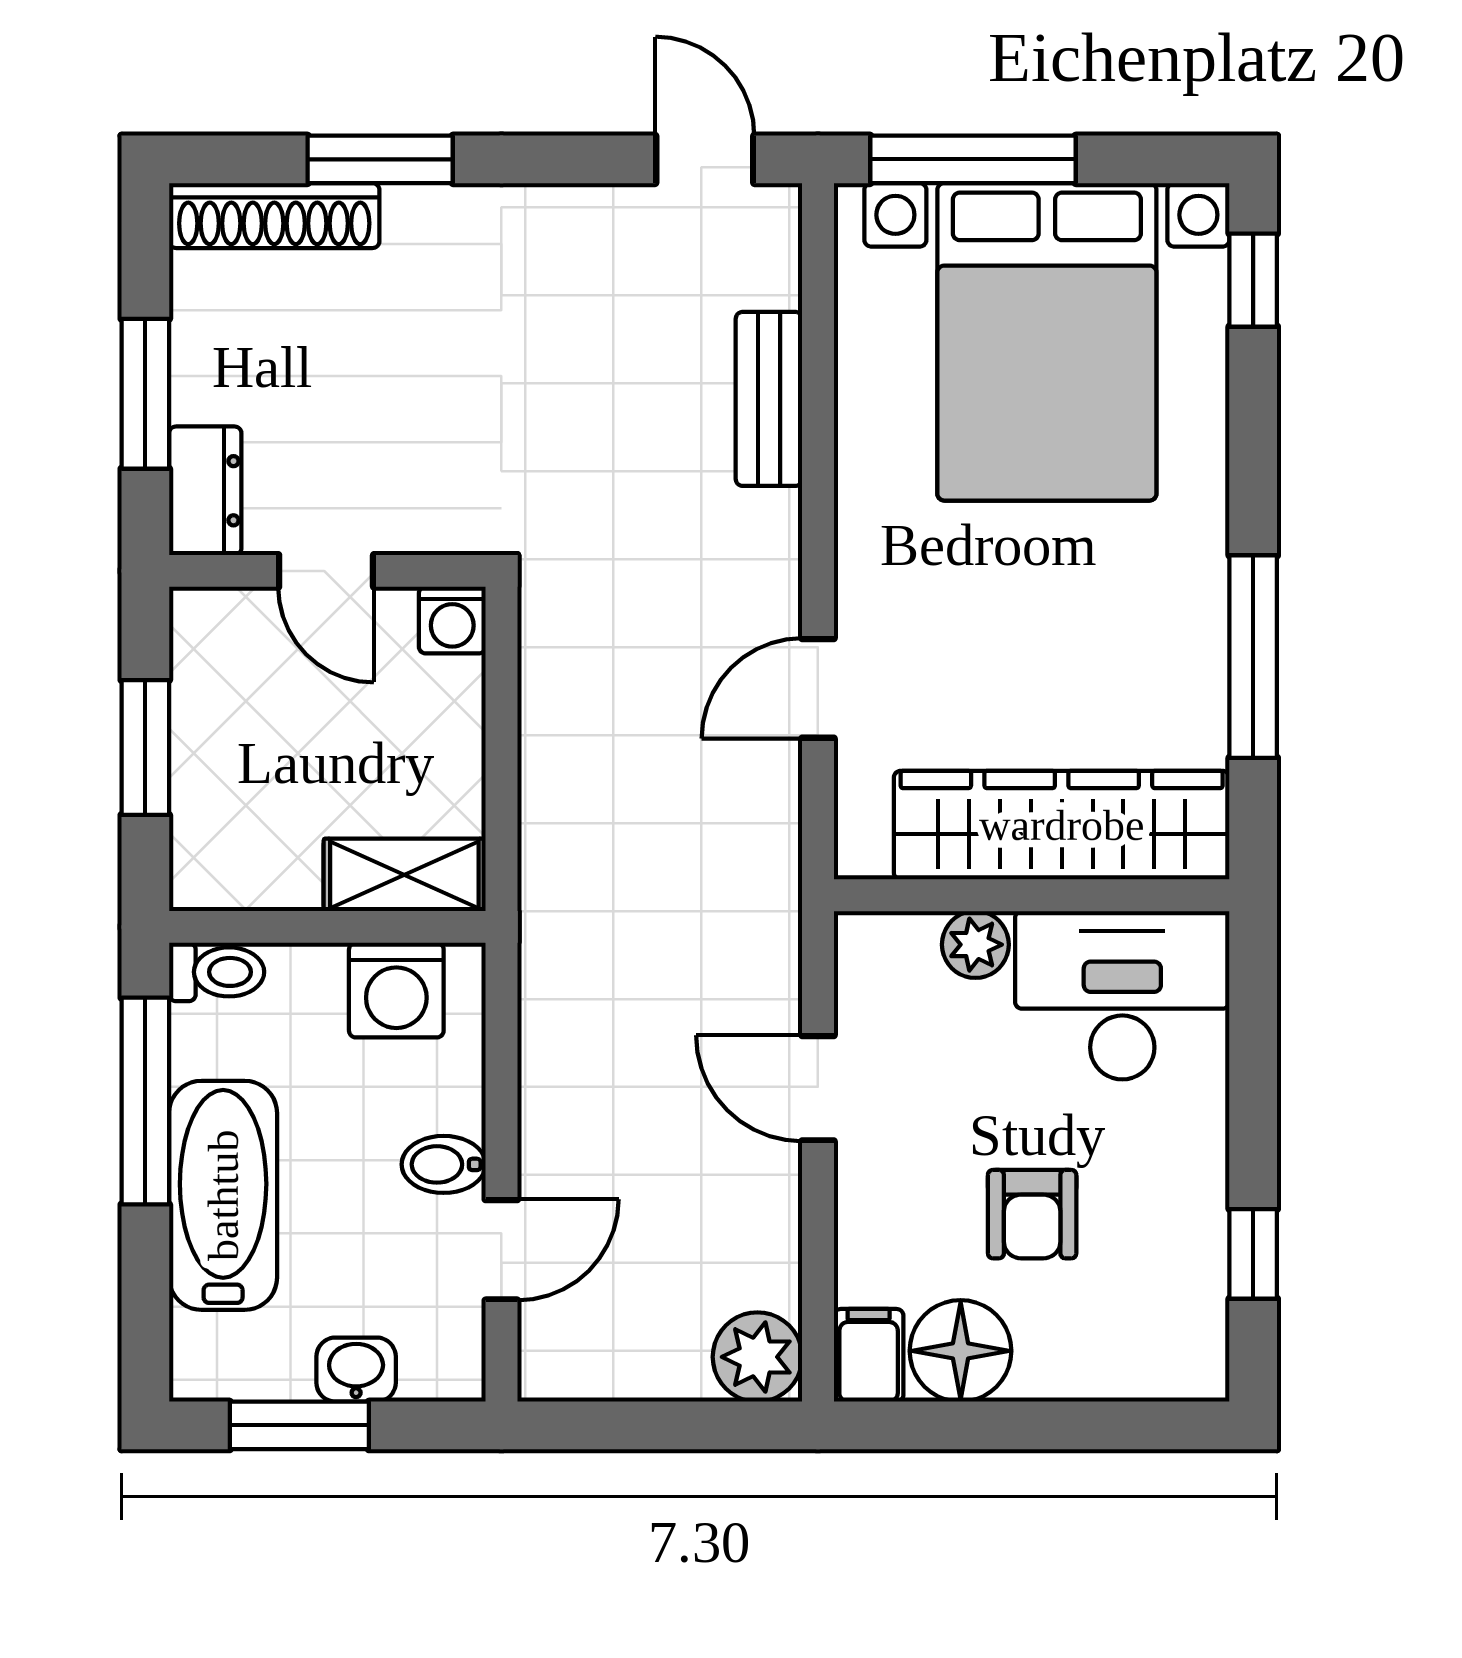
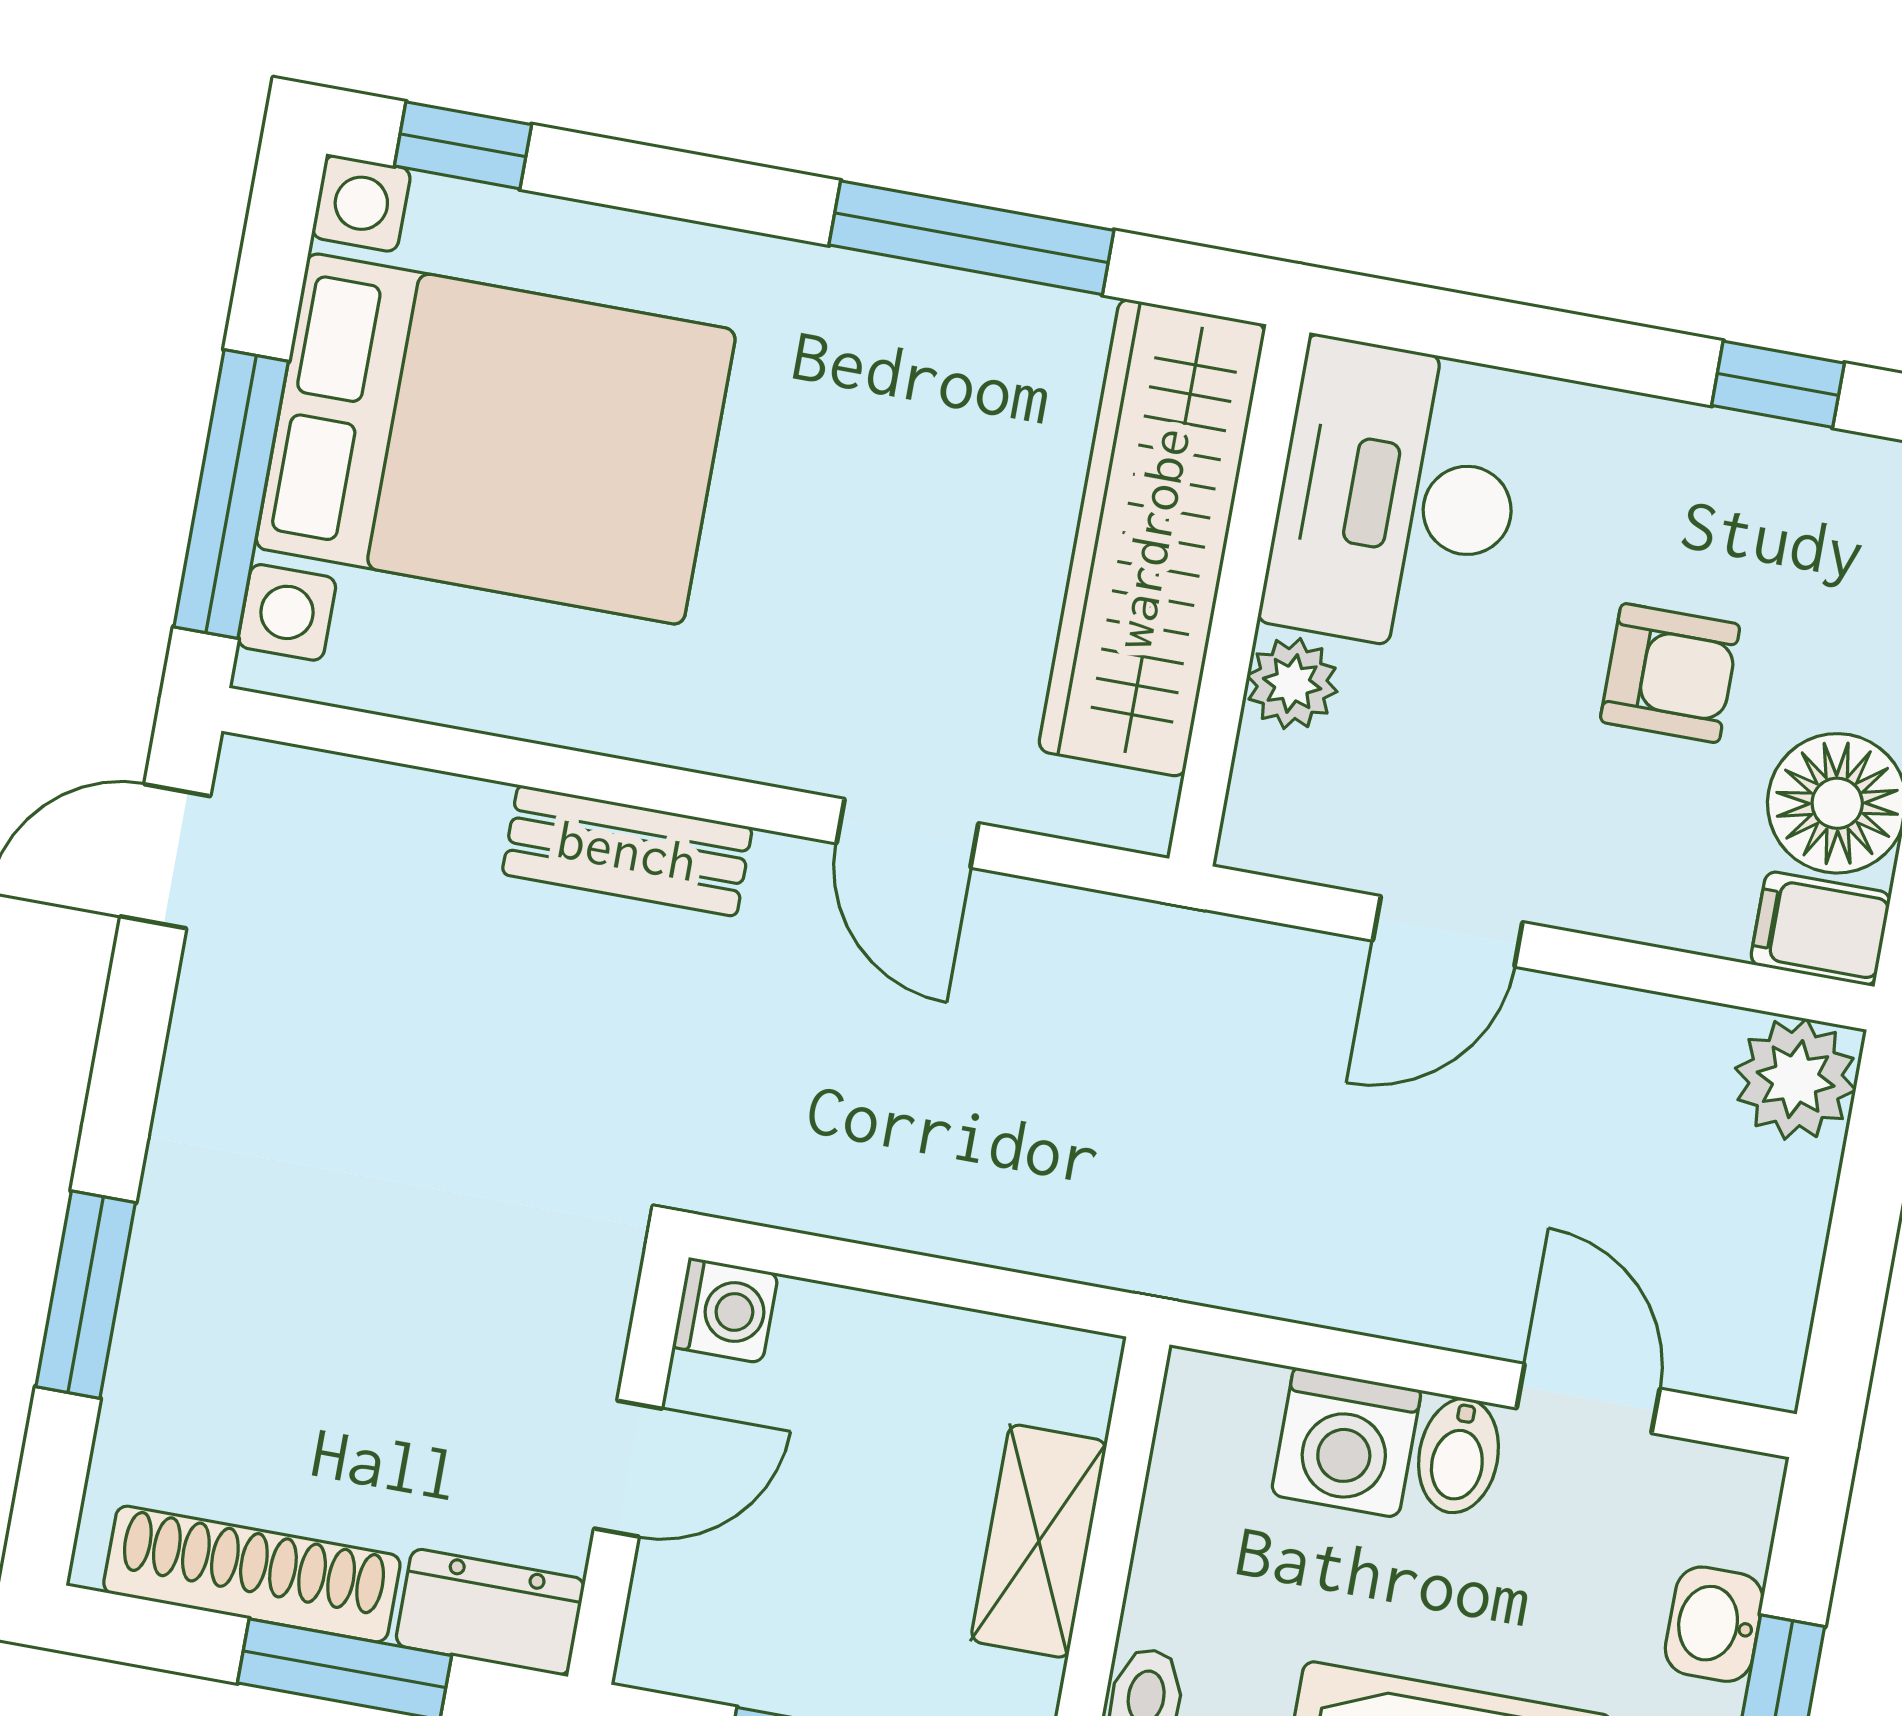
shoe rack: (274, 216) -> (252, 1574), moved, turned -90
bench: (769, 399) -> (627, 851), moved
shelving: (404, 875) -> (1039, 1541), moved
washing machine: (396, 990) -> (1346, 1443), moved, turned 90

